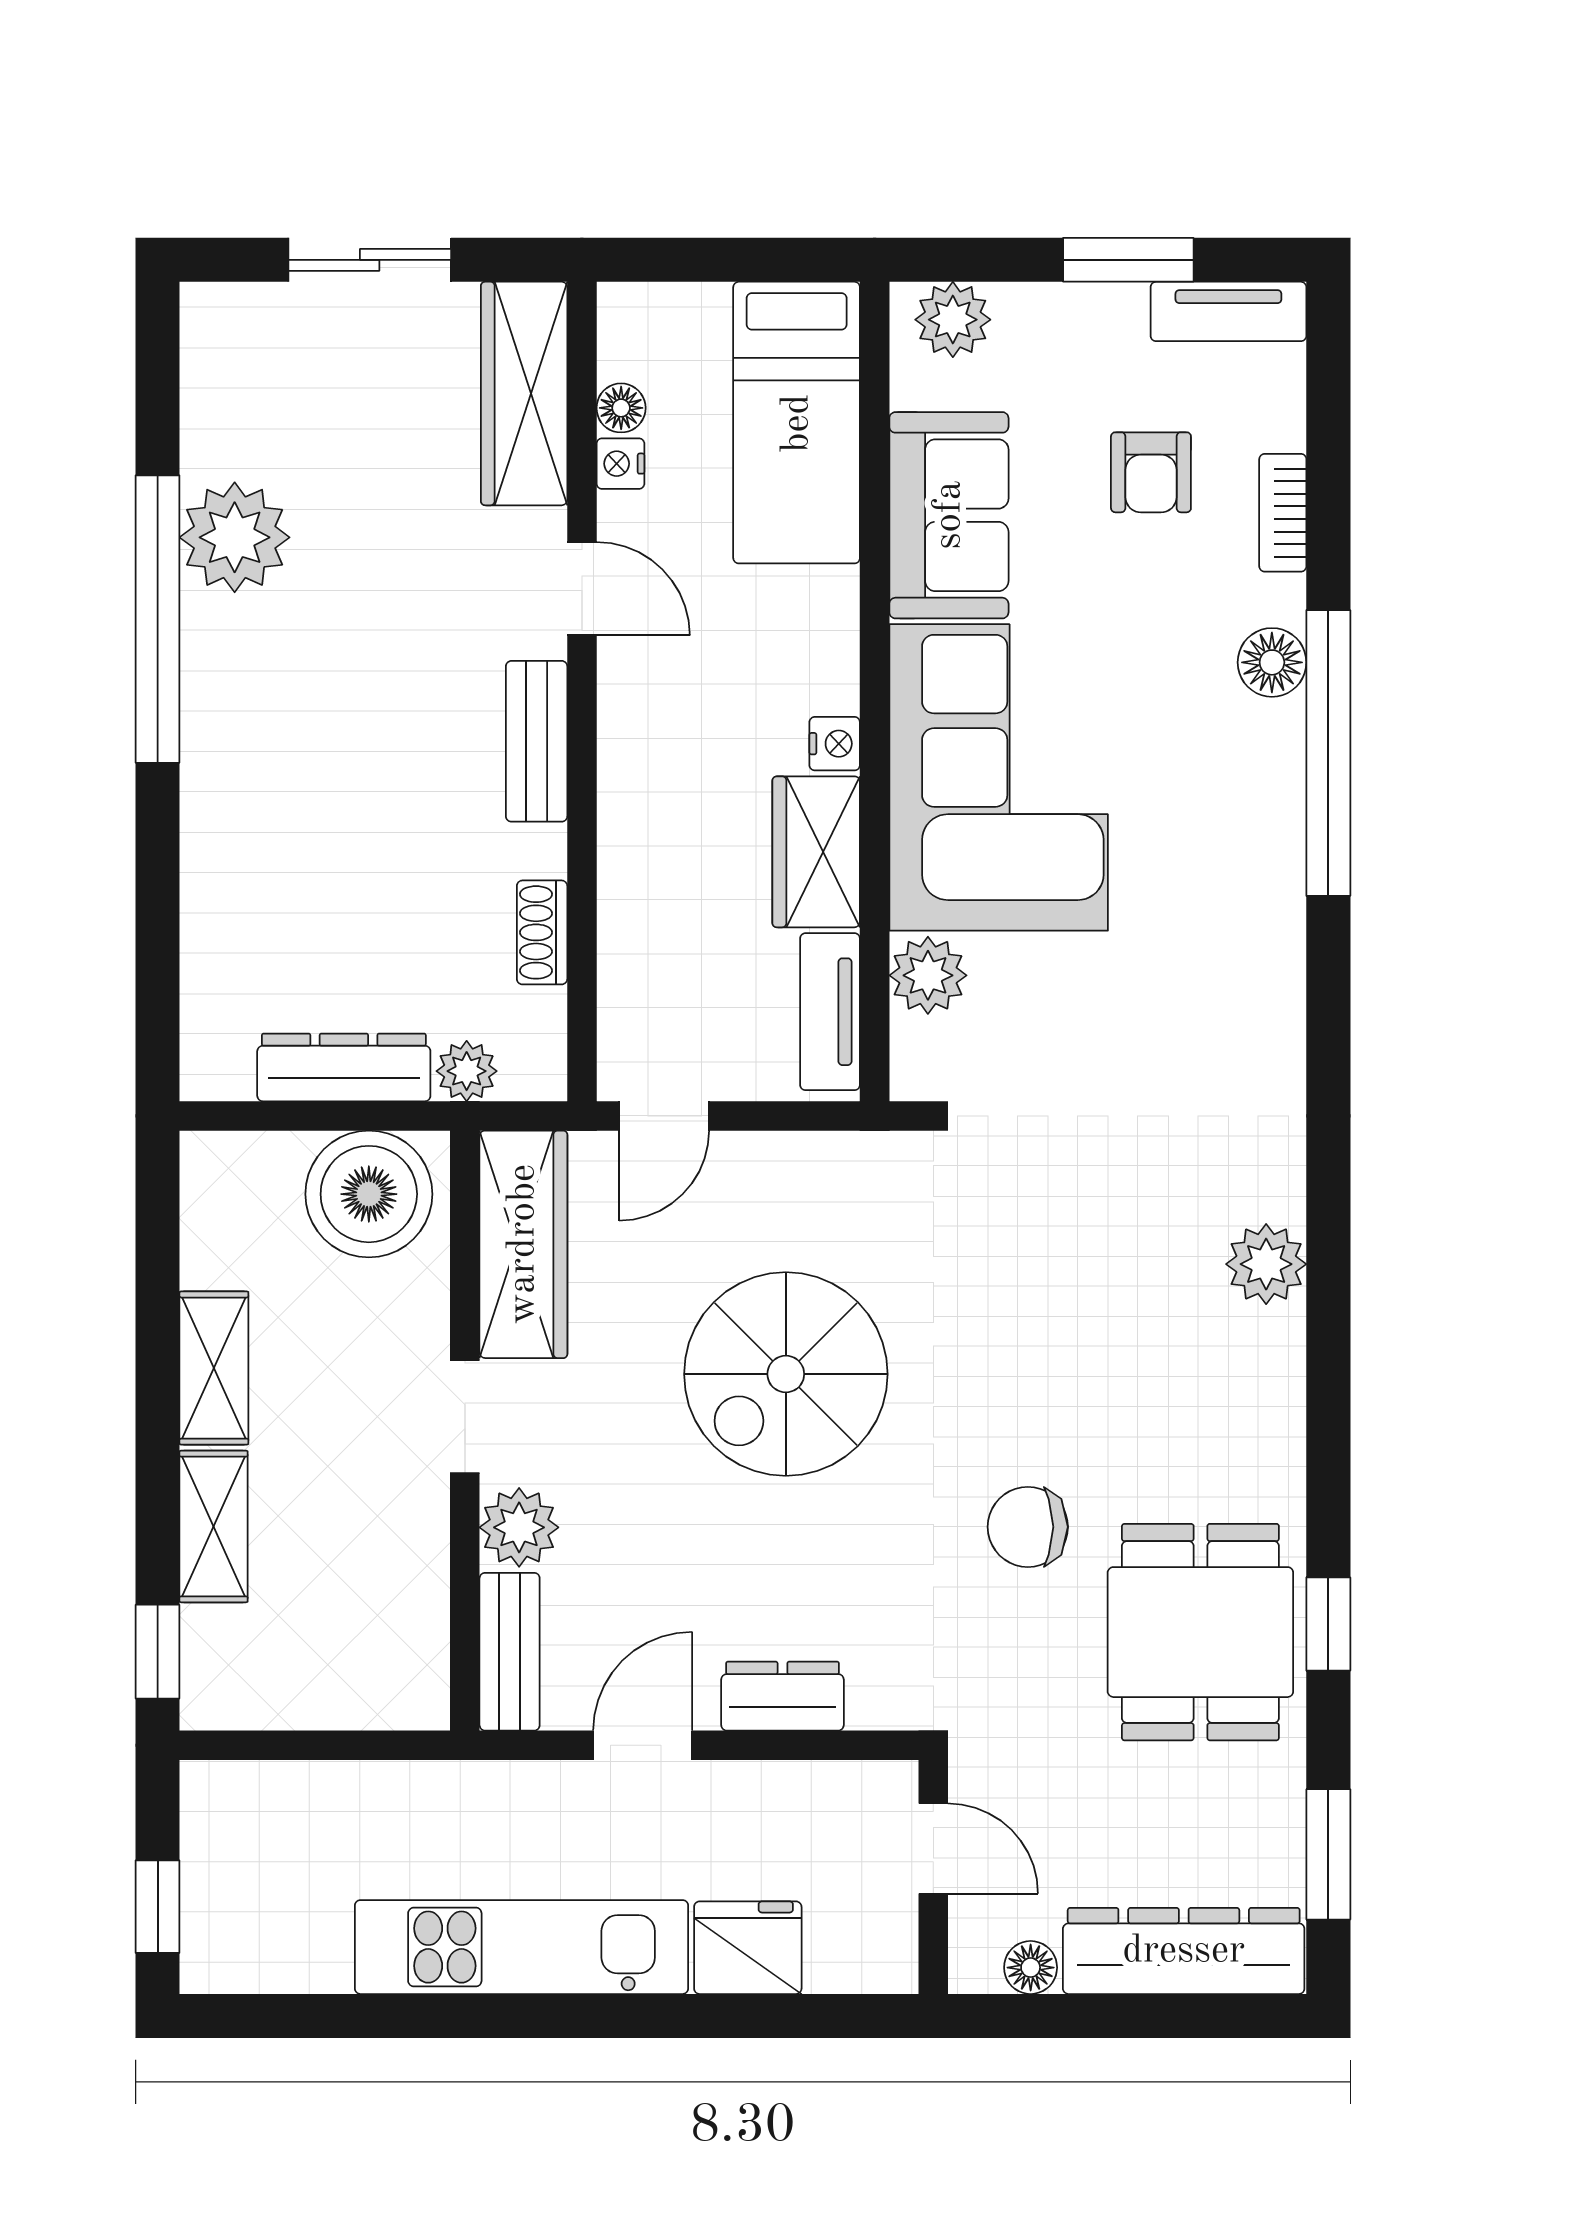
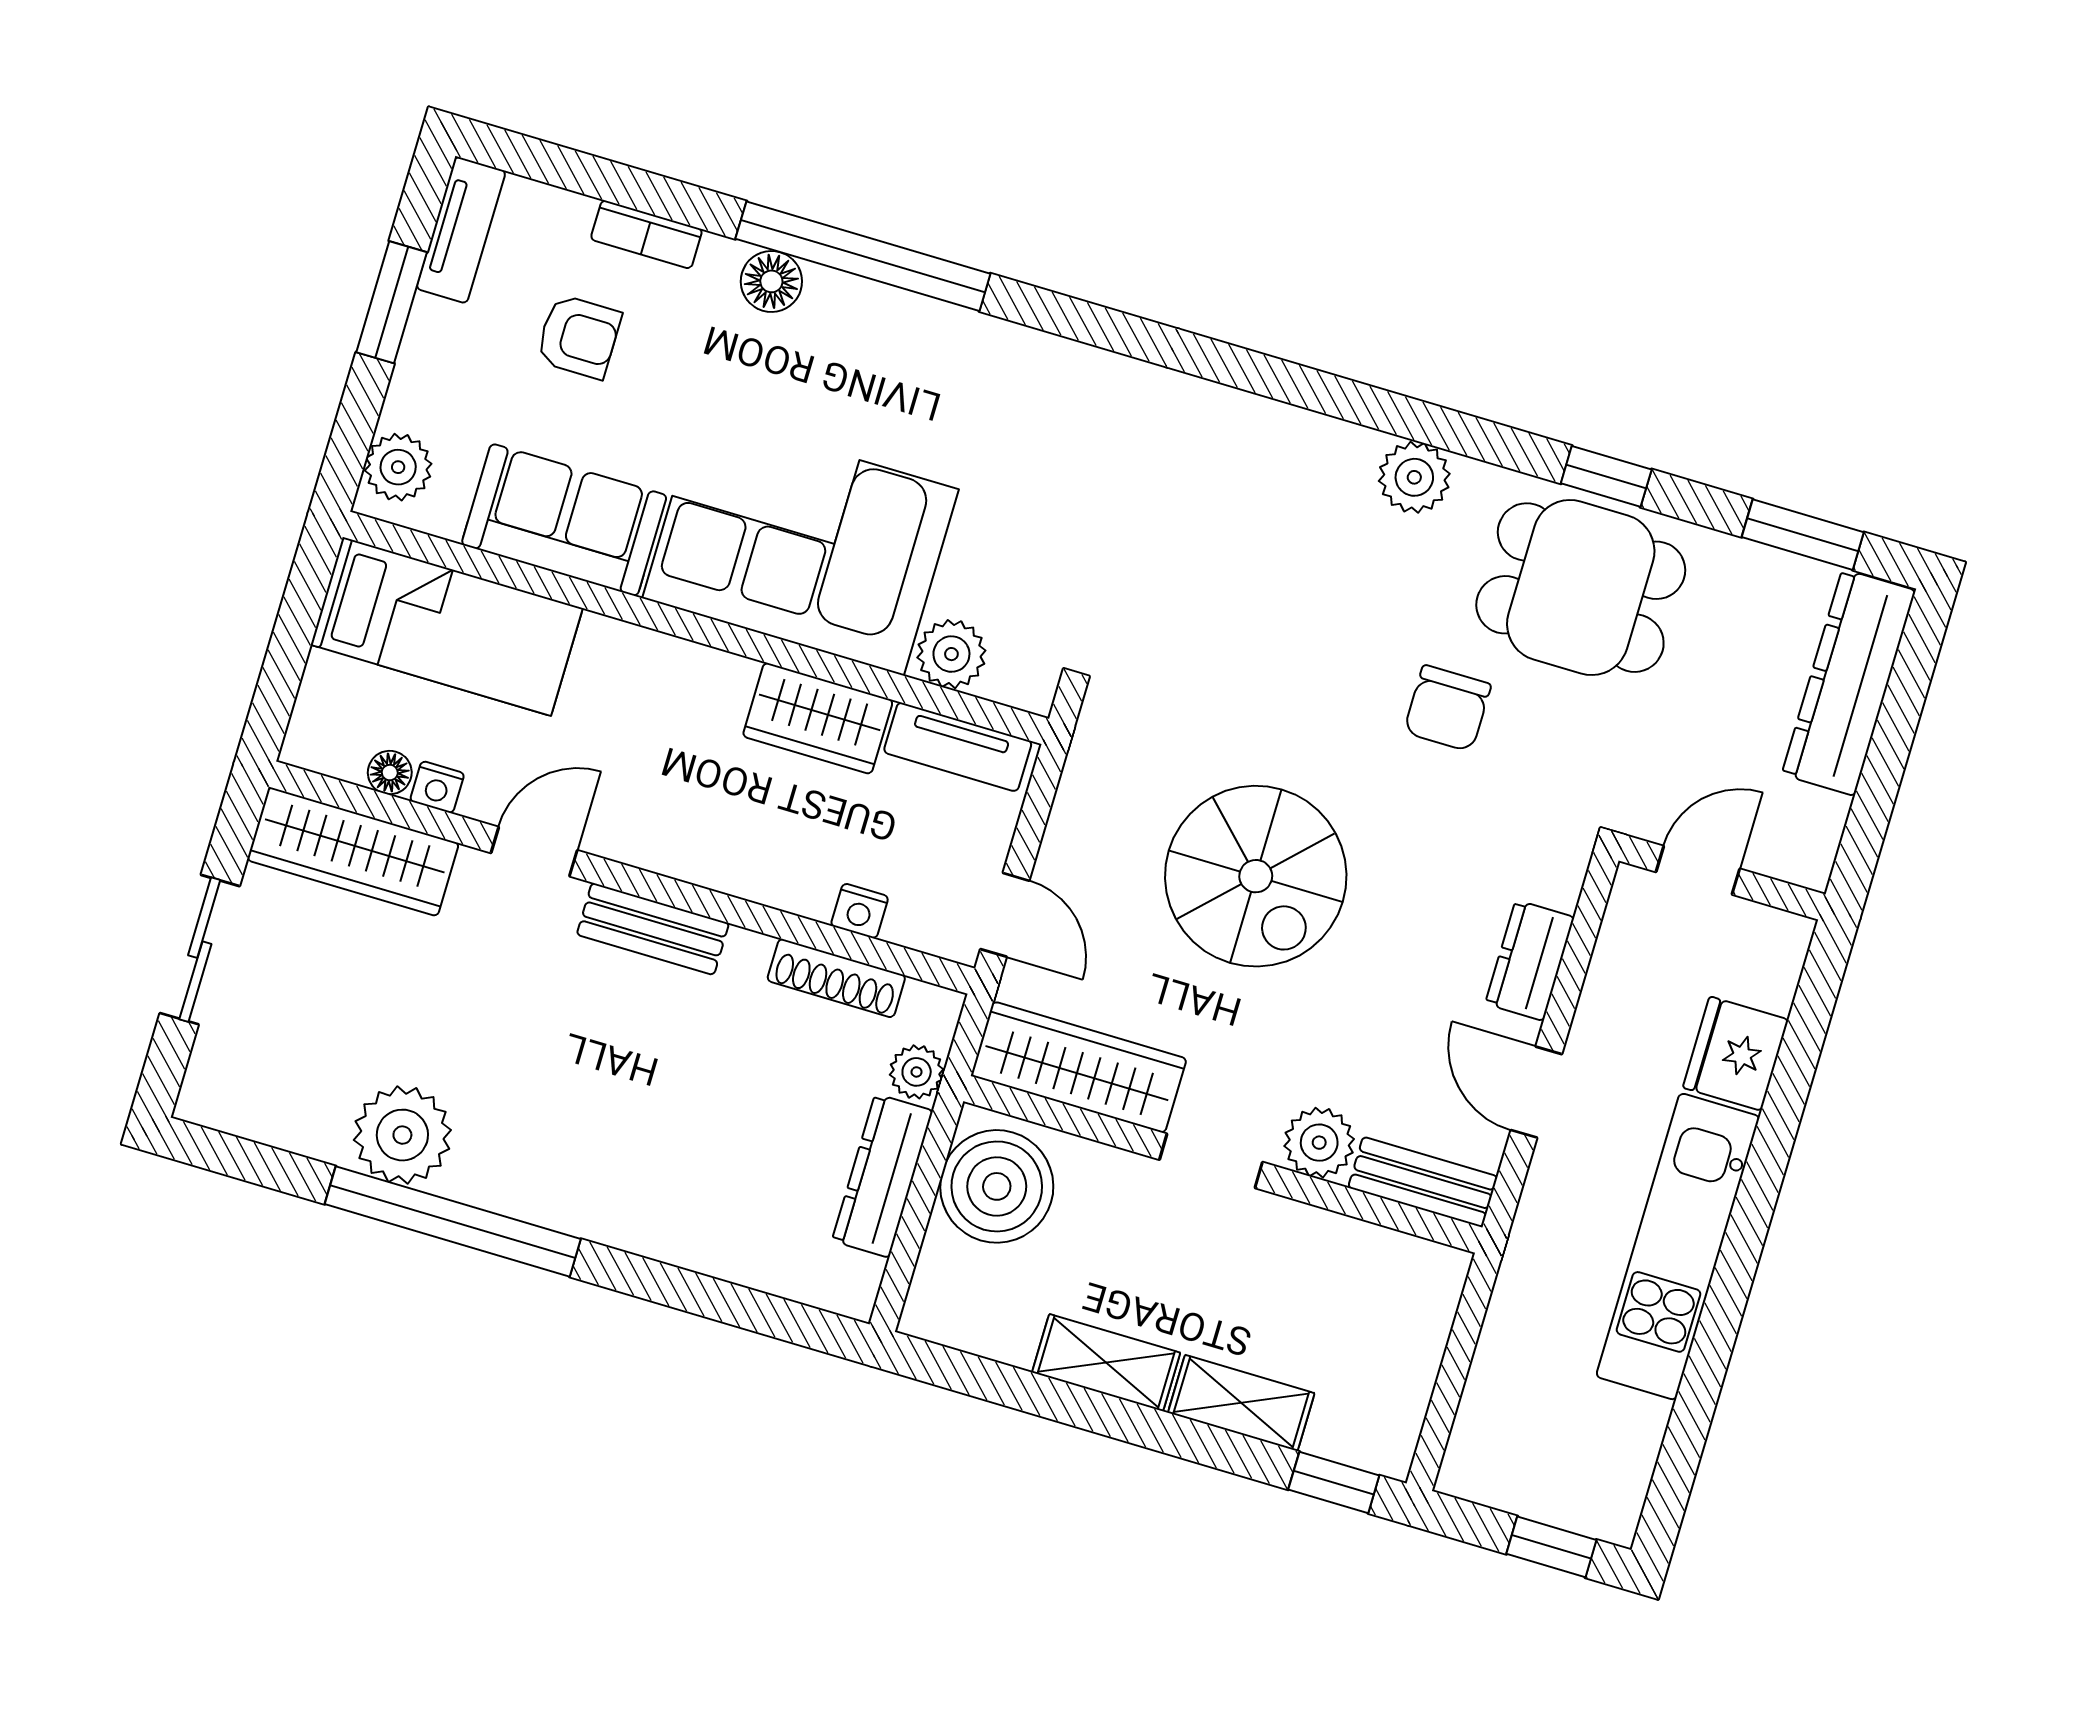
nightstand: (835, 744) -> (860, 911), moved, turned 180
shoe rack: (542, 932) -> (836, 978), width x1.43
plant: (1266, 1264) -> (1414, 477), moved
floor lamp: (1031, 1968) -> (1824, 817), removed

